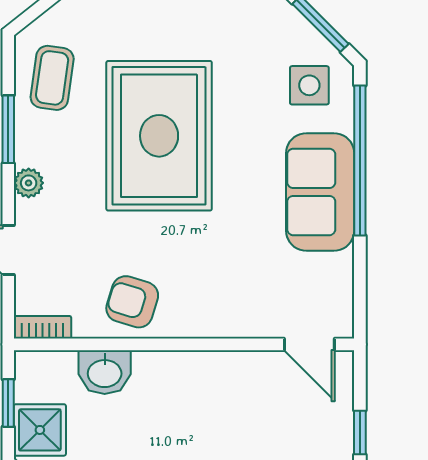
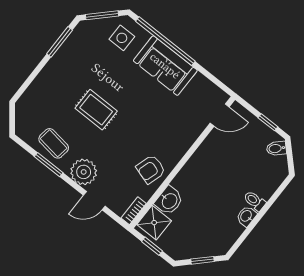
coffee table: (52, 78) -> (54, 143), moved
rug: (159, 136) -> (96, 110), width x0.54, depth x0.49
plant: (29, 183) -> (84, 172), width x1.88, depth x1.88
shower: (40, 430) -> (154, 223), moved

